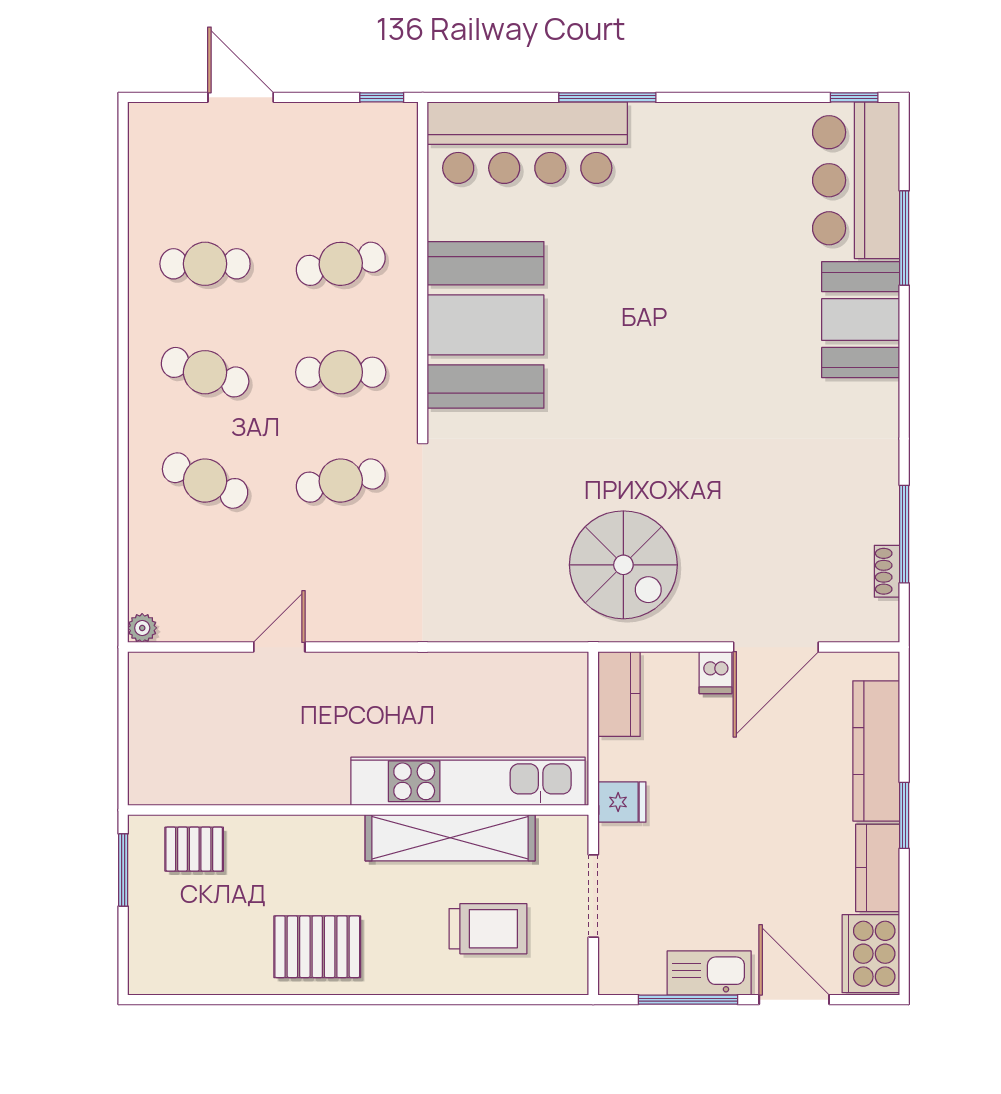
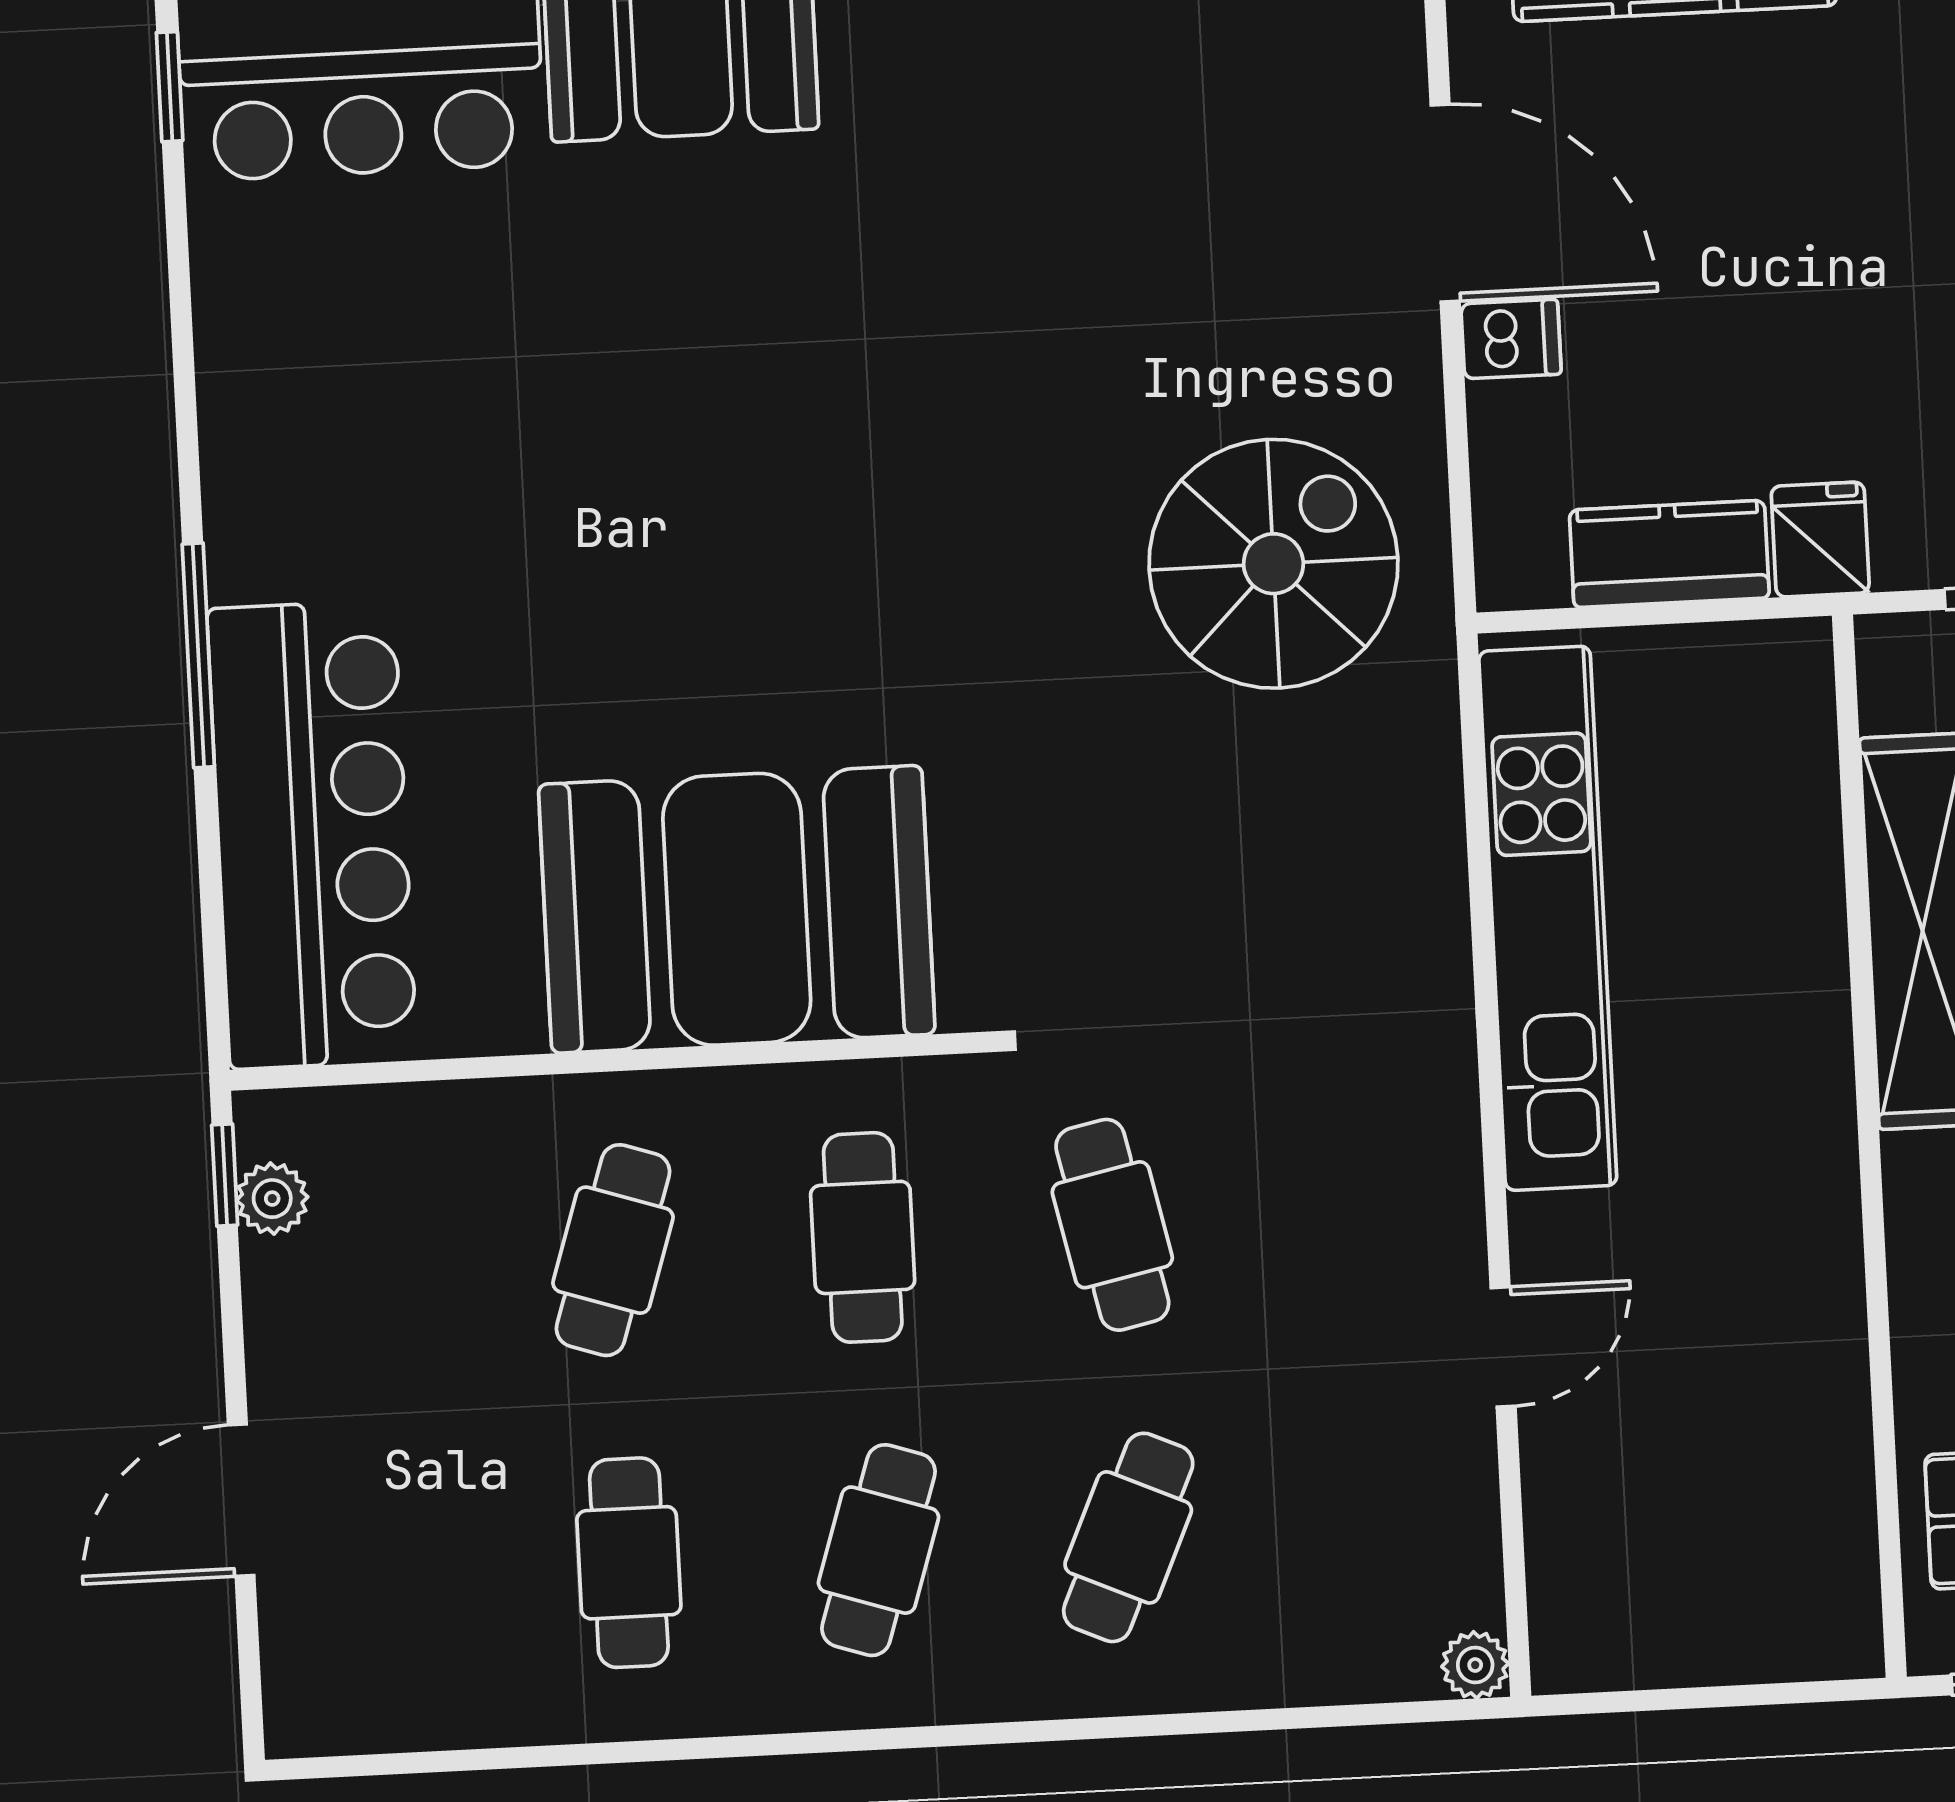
plant: (371, 117) -> (272, 1199), added
cafe table: (341, 264) -> (613, 1250), turned 30
door: (279, 647) -> (1503, 1347), swing flipped
kitchen counter: (619, 694) -> (1669, 554), moved
kitchen unit: (468, 781) -> (1548, 918), moved, turned 180

